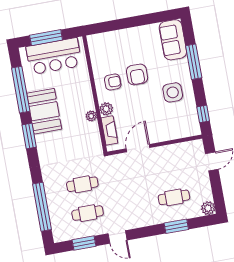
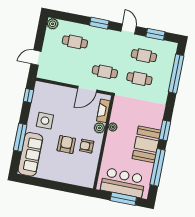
sofa: (173, 40) -> (30, 154), width x1.36
cafe table: (126, 176) -> (105, 72), added
window: (176, 226) -> (99, 23), moved

